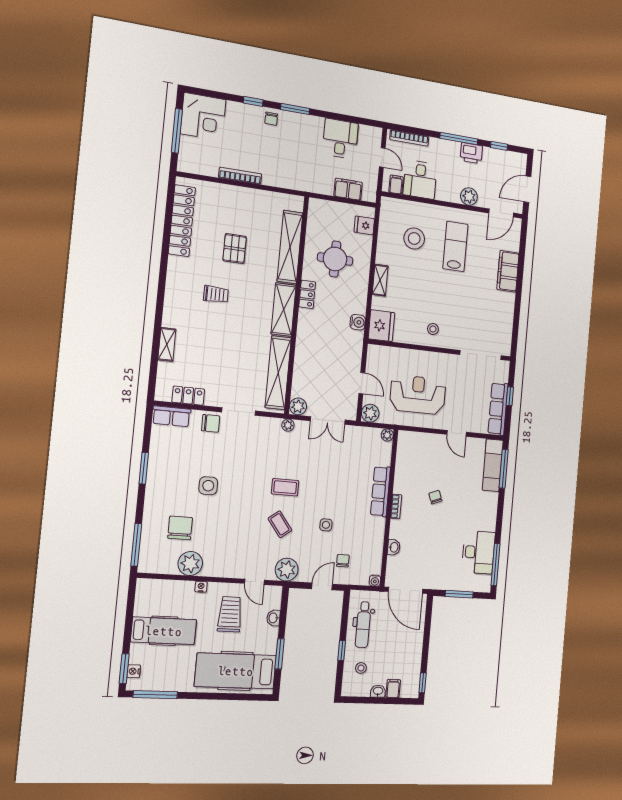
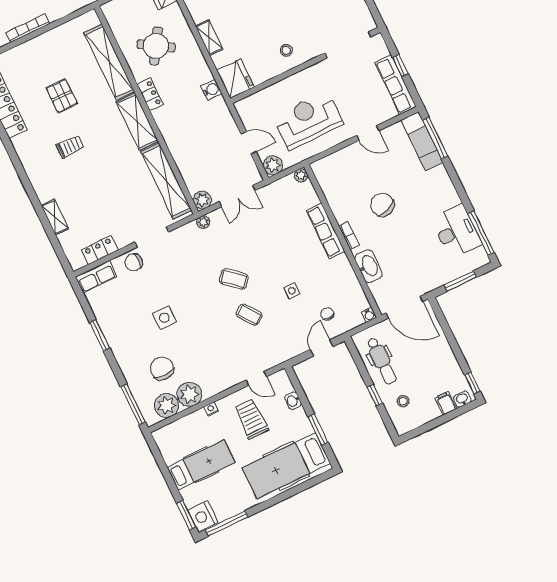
round table: (335, 259) -> (156, 46), turned 32
chair: (211, 423) -> (134, 262), turned 180
coffee table: (285, 487) -> (234, 279), turned 40
chair: (435, 497) -> (382, 205), width x1.87, depth x1.87
washbasin: (394, 547) -> (369, 266), width x1.91, depth x1.45
plant: (287, 570) -> (167, 406), moved
nightstand: (134, 671) -> (203, 516), width x1.89, depth x1.79
washbasin: (378, 691) -> (462, 399), moved

